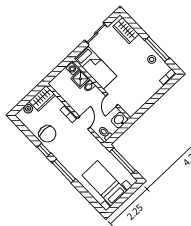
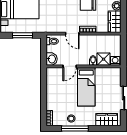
bed: (95, 67) -> (86, 87), moved, turned -90
door: (112, 100) -> (70, 66), swing flipped
window: (123, 161) -> (23, 35), width x0.69

